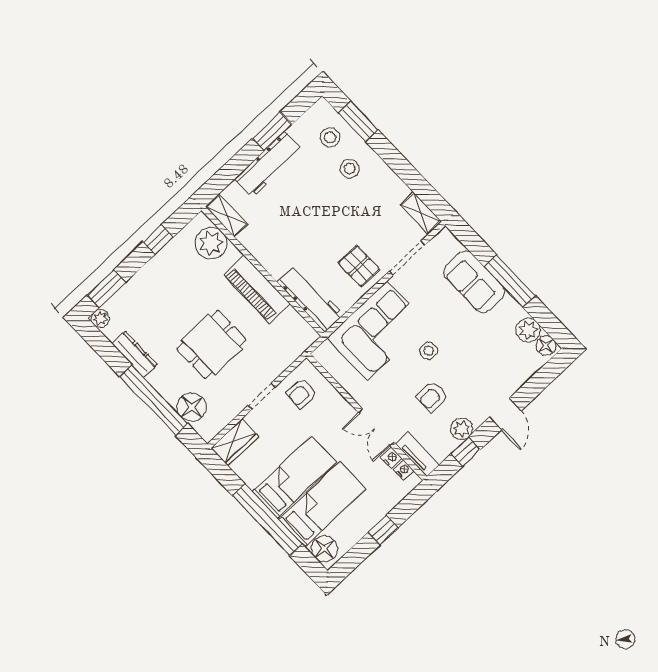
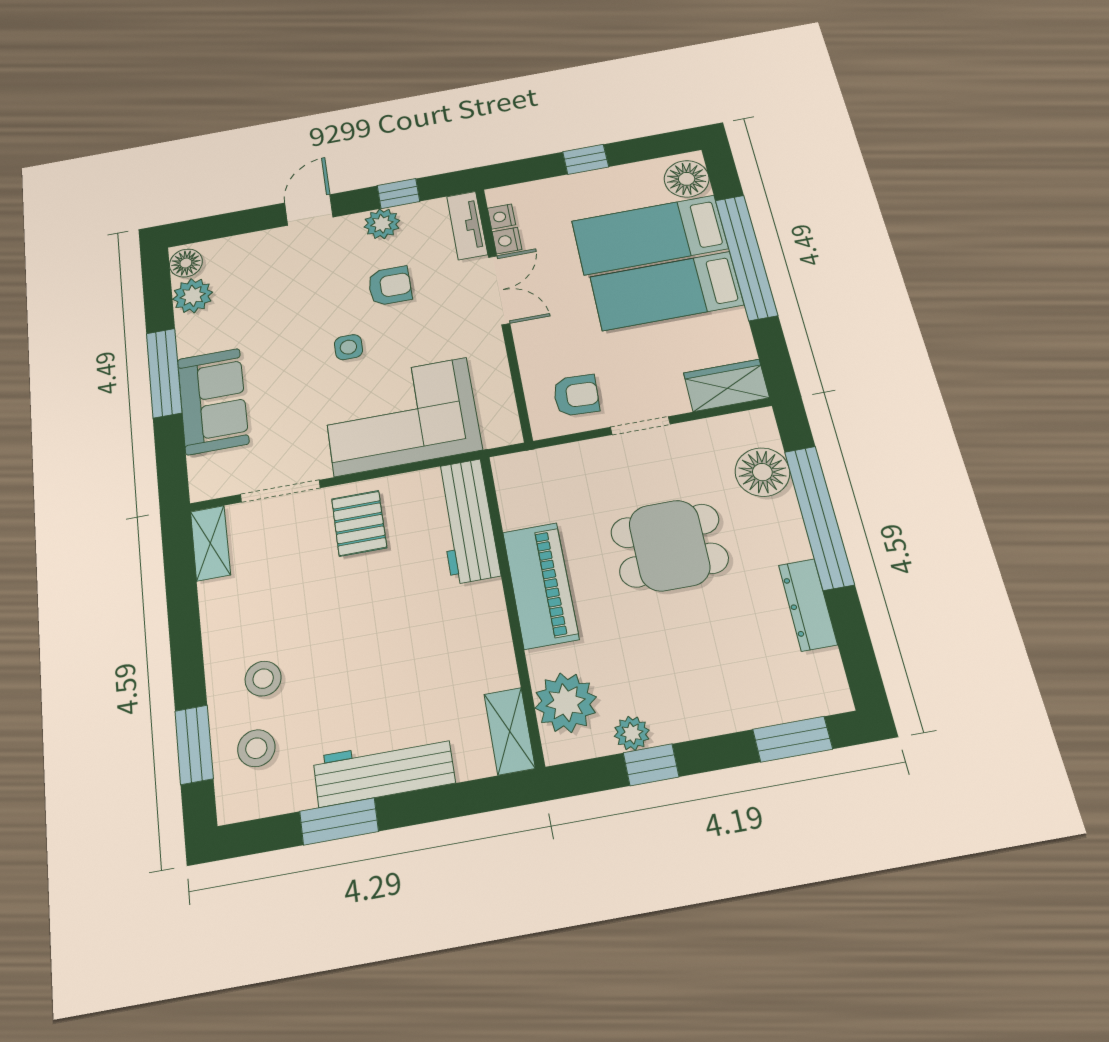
plant: (100, 319) -> (632, 733), moved

